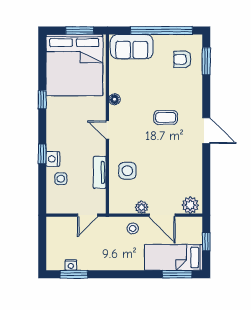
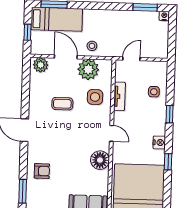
armchair: (182, 59) -> (42, 171), moved
floor lamp: (115, 99) -> (100, 160), width x1.89, depth x1.89
coffee table: (166, 117) -> (62, 104), moved
nightstand: (53, 159) -> (159, 142), moved
plant: (142, 207) -> (88, 69), width x1.88, depth x1.88
nightstand: (71, 265) -> (164, 16), moved

